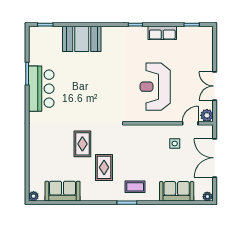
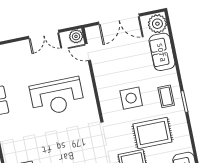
side table: (175, 144) -> (131, 98), moved, width x1.87, depth x1.87
rug: (104, 167) -> (152, 133), width x1.36, depth x1.43
plant: (207, 197) -> (157, 24), width x1.88, depth x1.88

